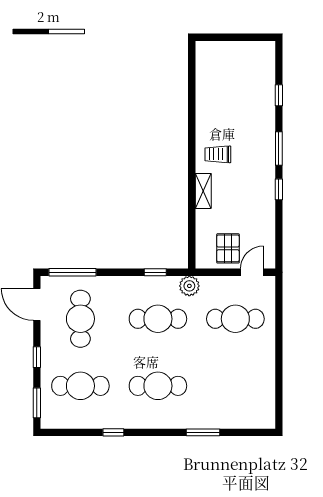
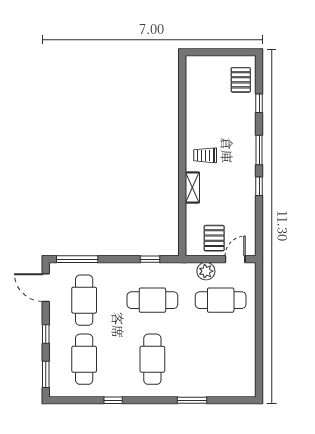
pallet: (258, 69) -> (241, 80), added
plant: (189, 286) -> (206, 271), moved
cafe table: (80, 386) -> (84, 359), turned 90
cafe table: (158, 386) -> (152, 359), turned 90

